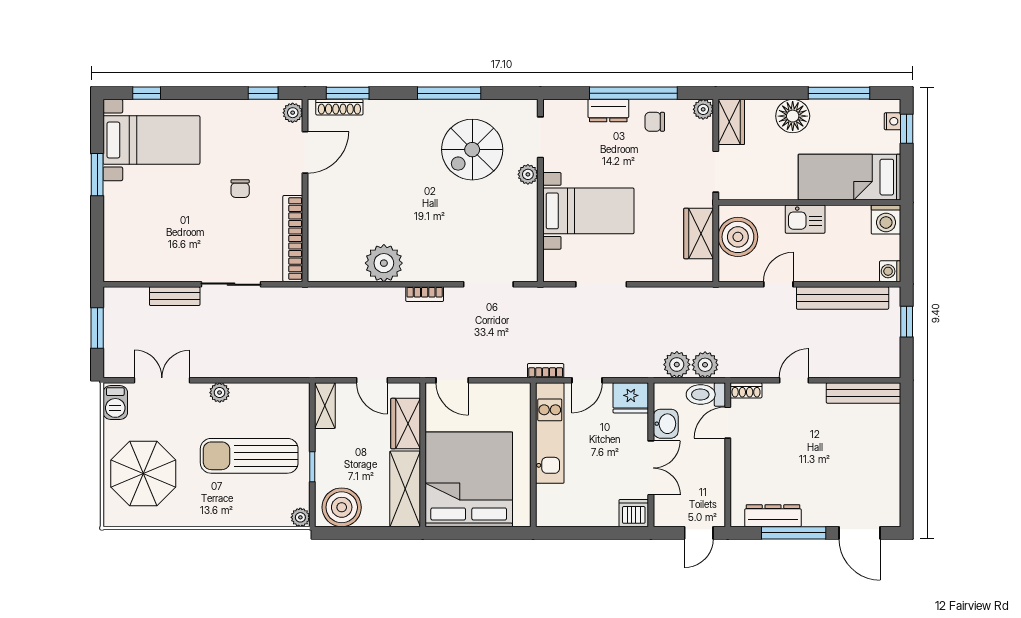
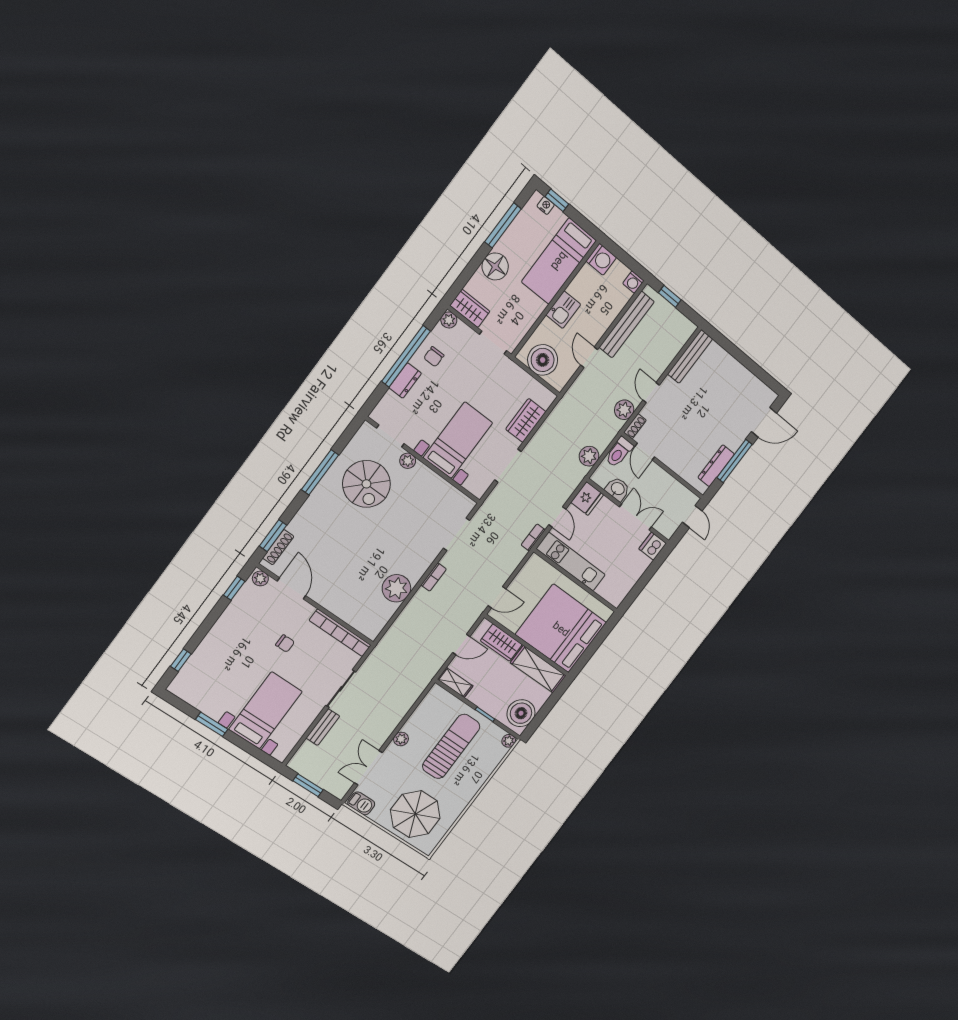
bed with nightstands: (151, 140) -> (265, 710), moved
wardrobe: (699, 233) -> (526, 420), moved, turned 90
plant: (705, 365) -> (624, 410), moved
sun lounger: (249, 456) -> (451, 746), turned 180

